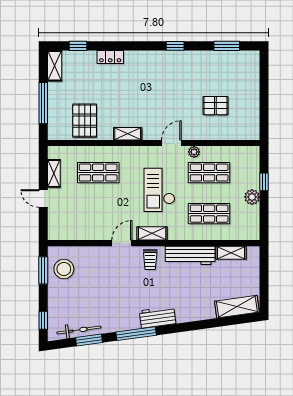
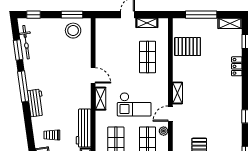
shelving: (128, 134) -> (178, 93), moved
door: (171, 143) -> (170, 114), swing flipped
checkout: (159, 190) -> (134, 104), turned 180
trolley: (150, 260) -> (52, 135), moved

